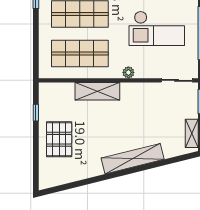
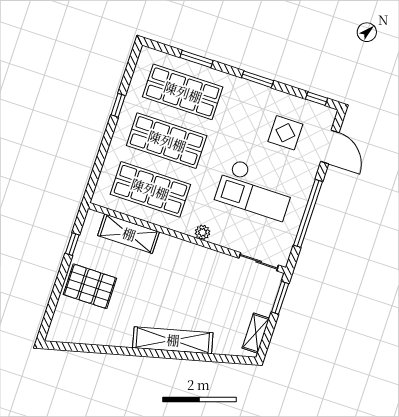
shelving: (97, 91) -> (129, 234), moved
pallet: (59, 139) -> (90, 286), turned 90

